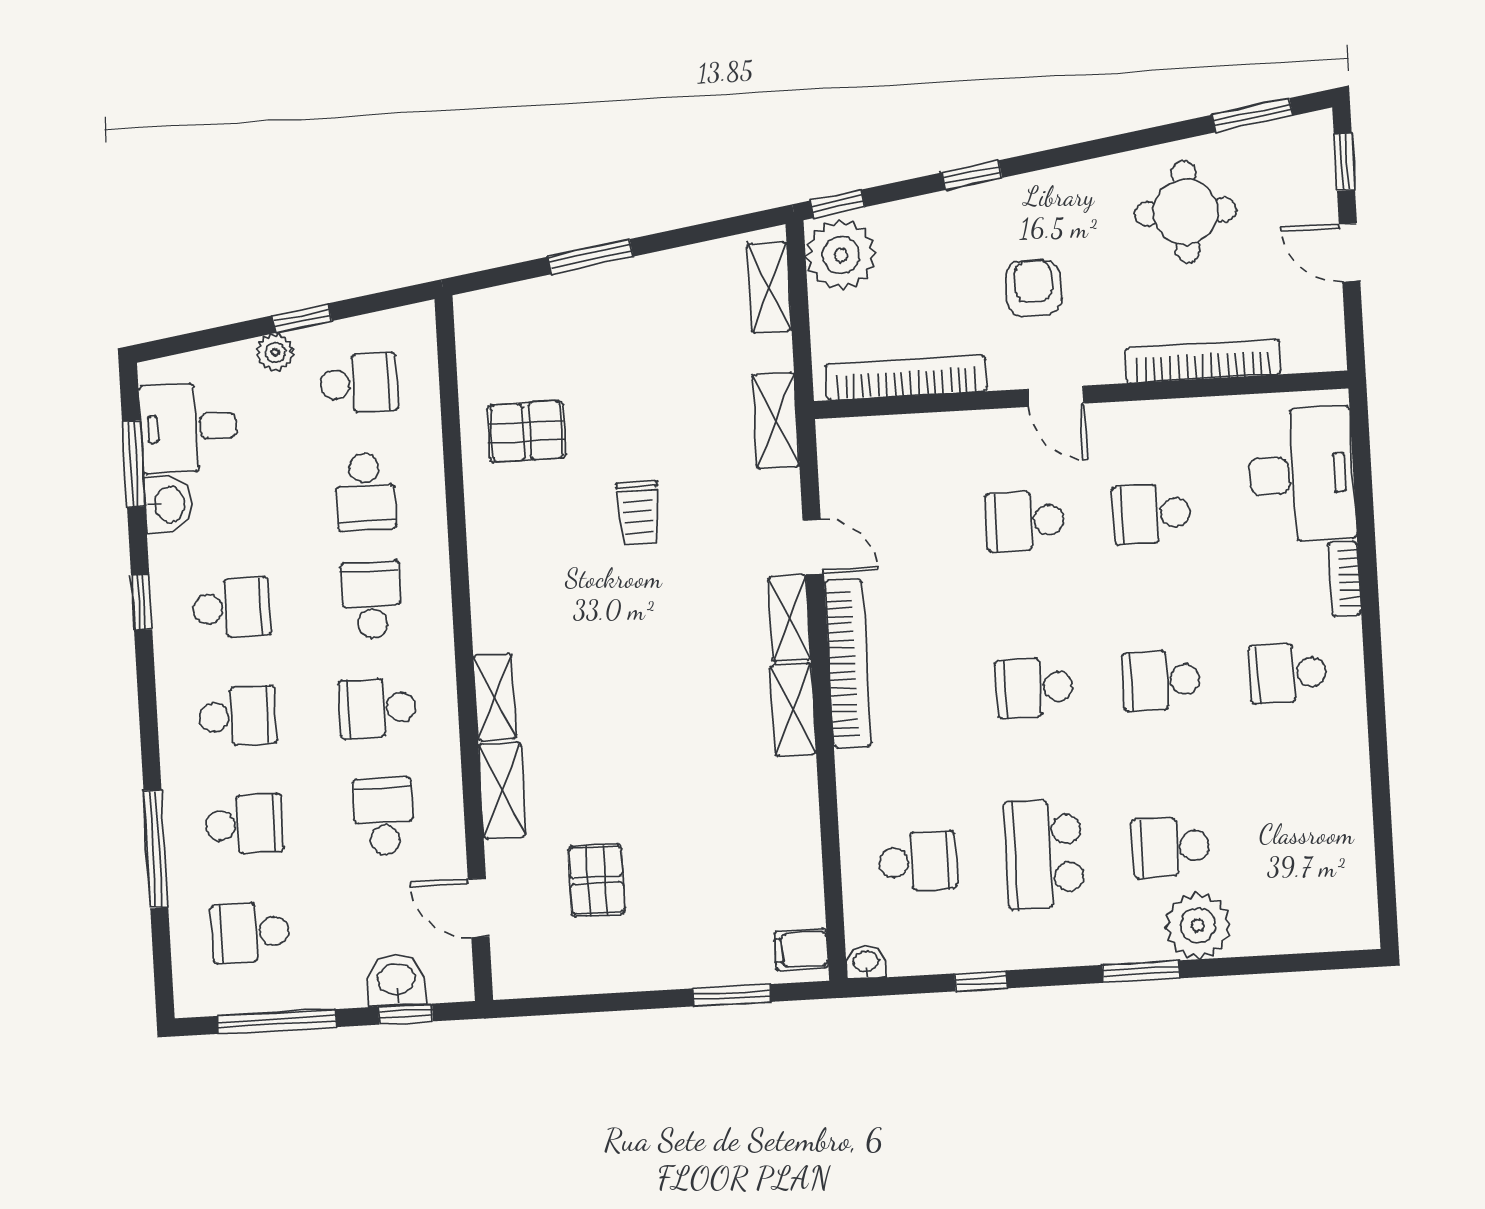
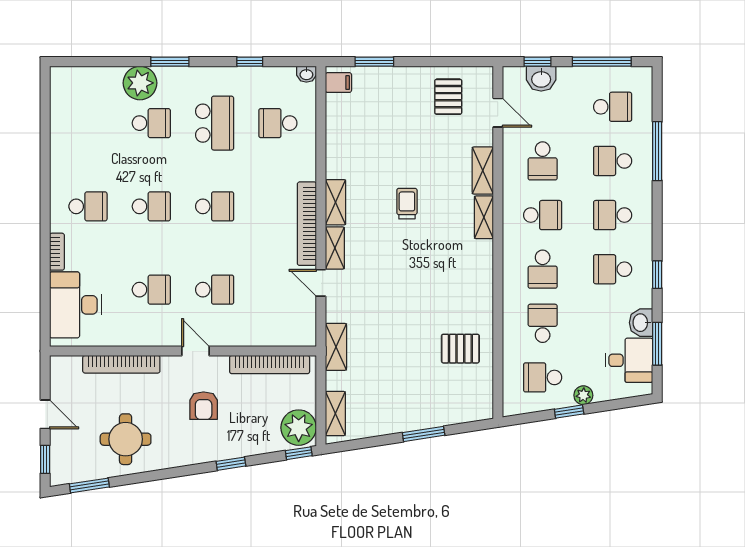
trolley: (638, 513) -> (407, 204), moved
pallet: (597, 880) -> (448, 97), moved

